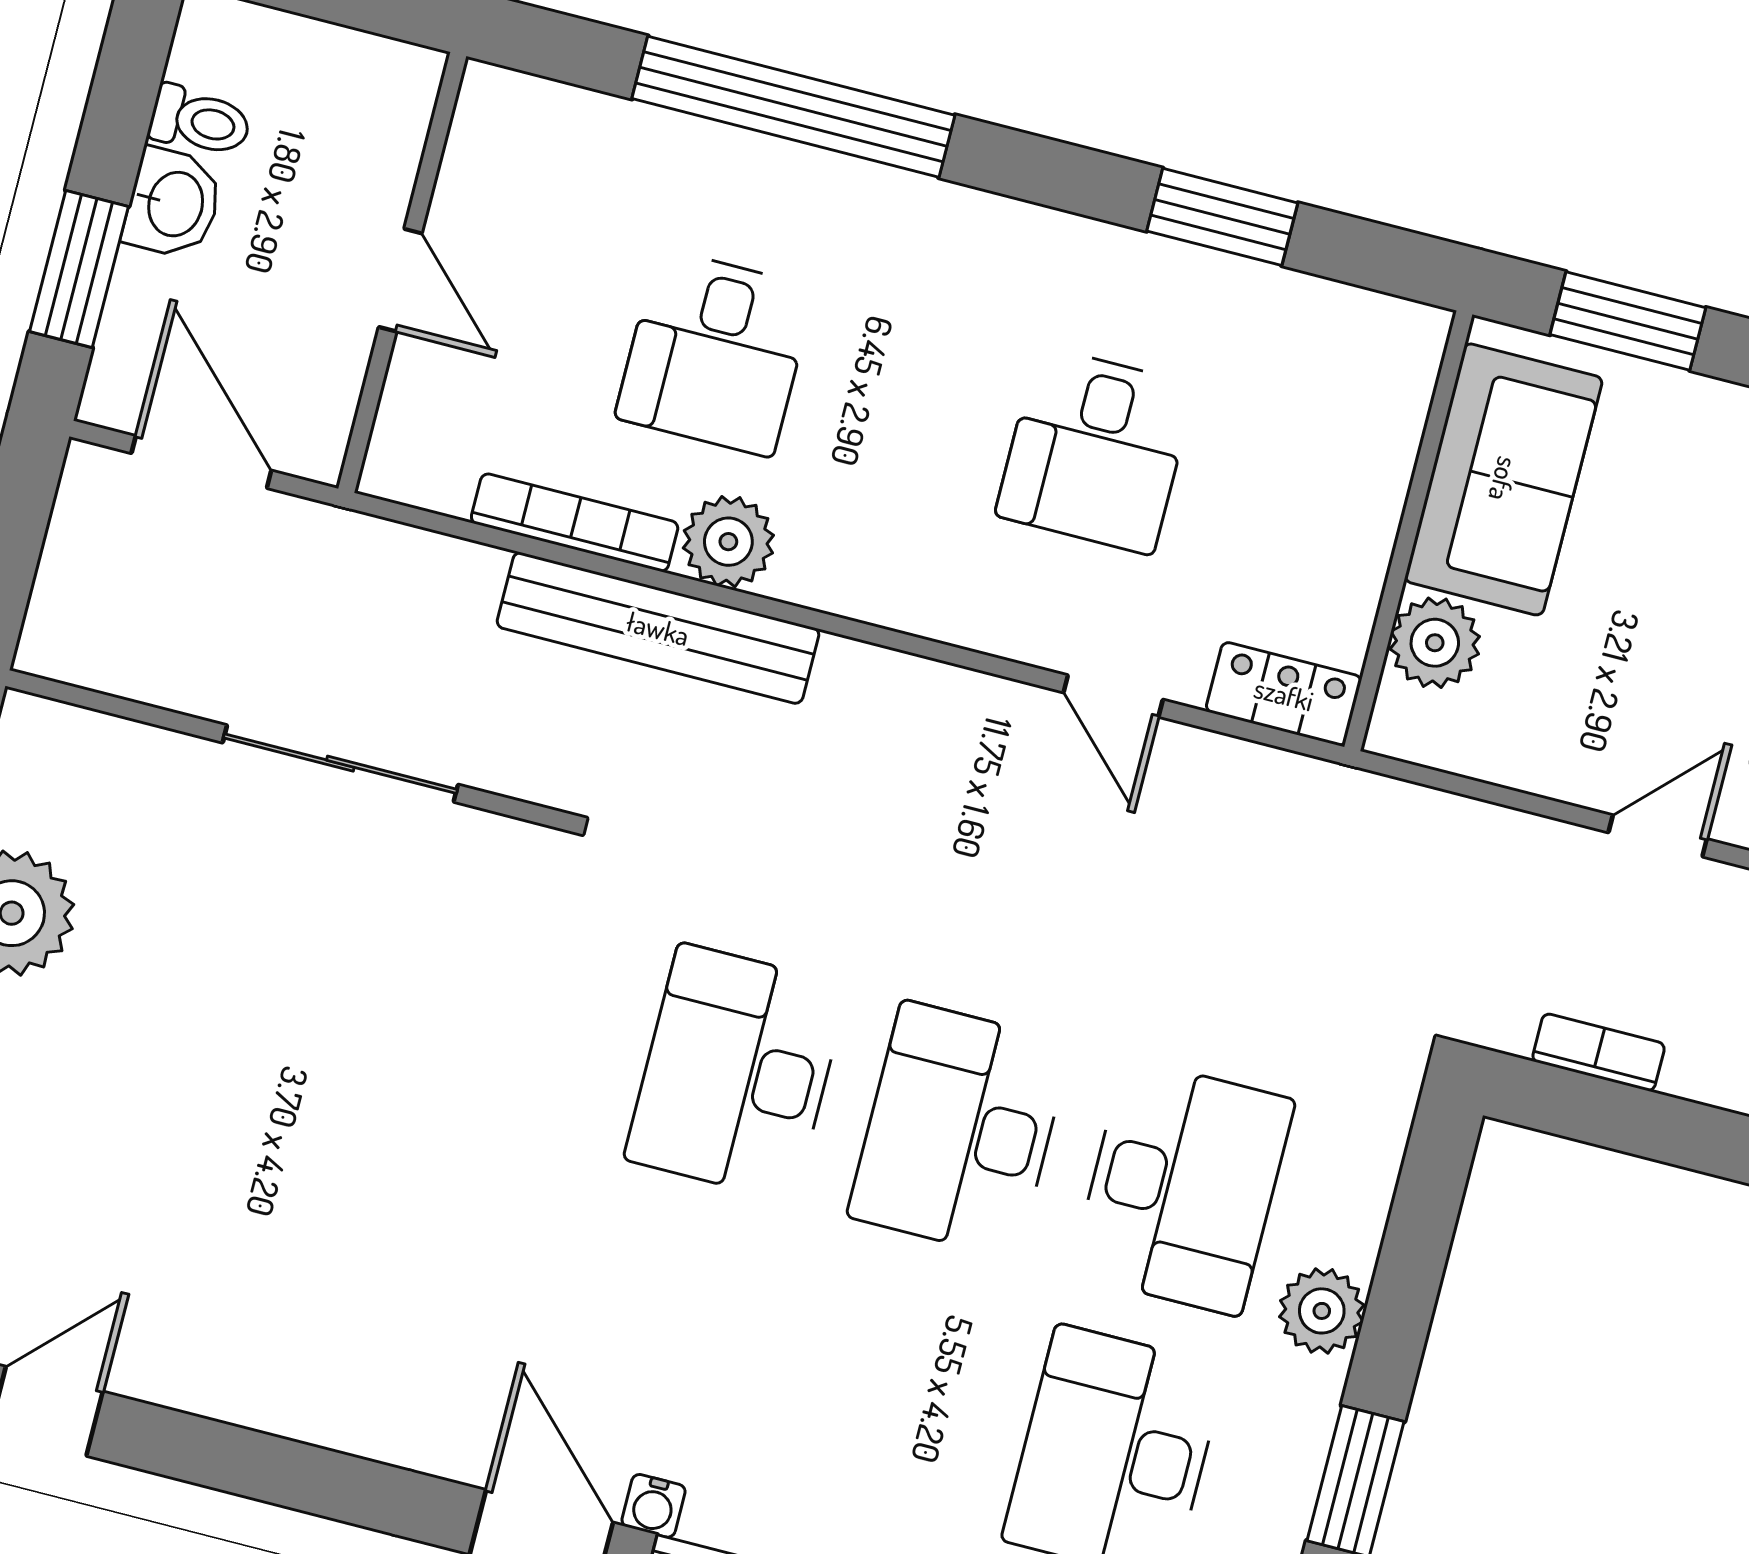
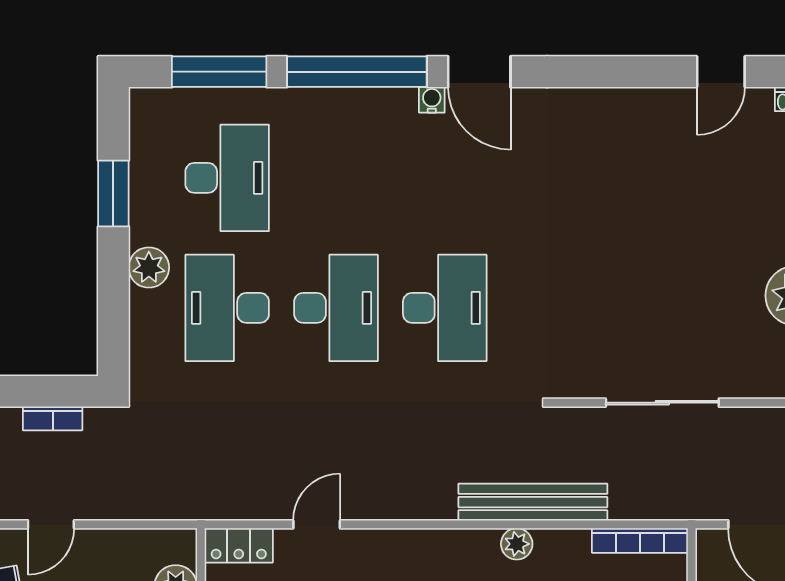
bookcase: (575, 523) -> (640, 540), moved
plant: (728, 542) -> (517, 544), width x0.73, depth x0.73
door: (1113, 696) -> (317, 524), hinge flipped

